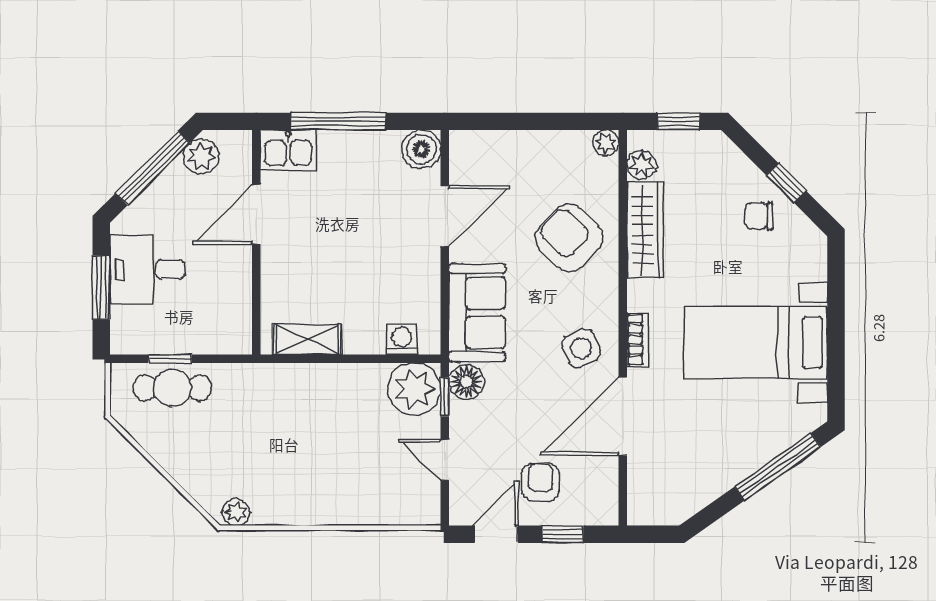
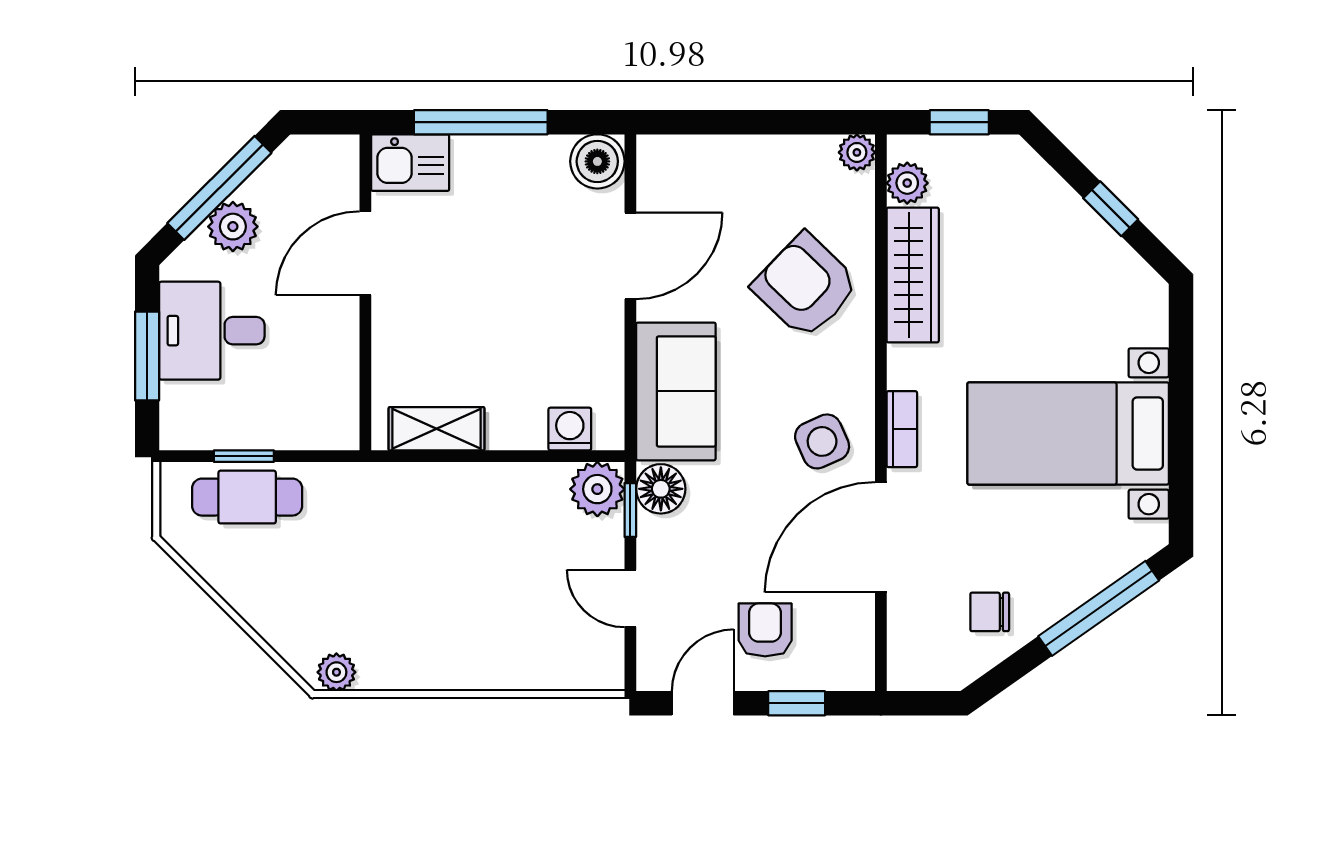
plant: (201, 157) -> (233, 227), moved
chair: (759, 216) -> (990, 612), moved
plant: (414, 389) -> (597, 489), width x0.73, depth x0.73

